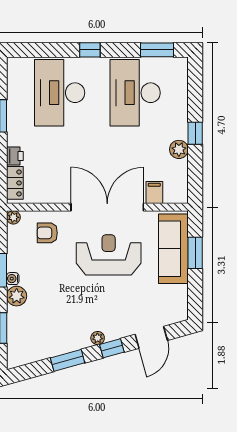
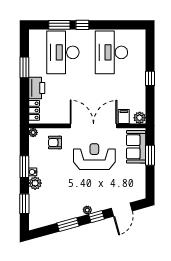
window: (157, 50) -> (59, 25), moved
plant: (179, 149) -> (140, 118), moved
printer: (15, 156) -> (37, 88), width x1.87, depth x1.48
sofa: (173, 249) -> (136, 147), width x0.73

